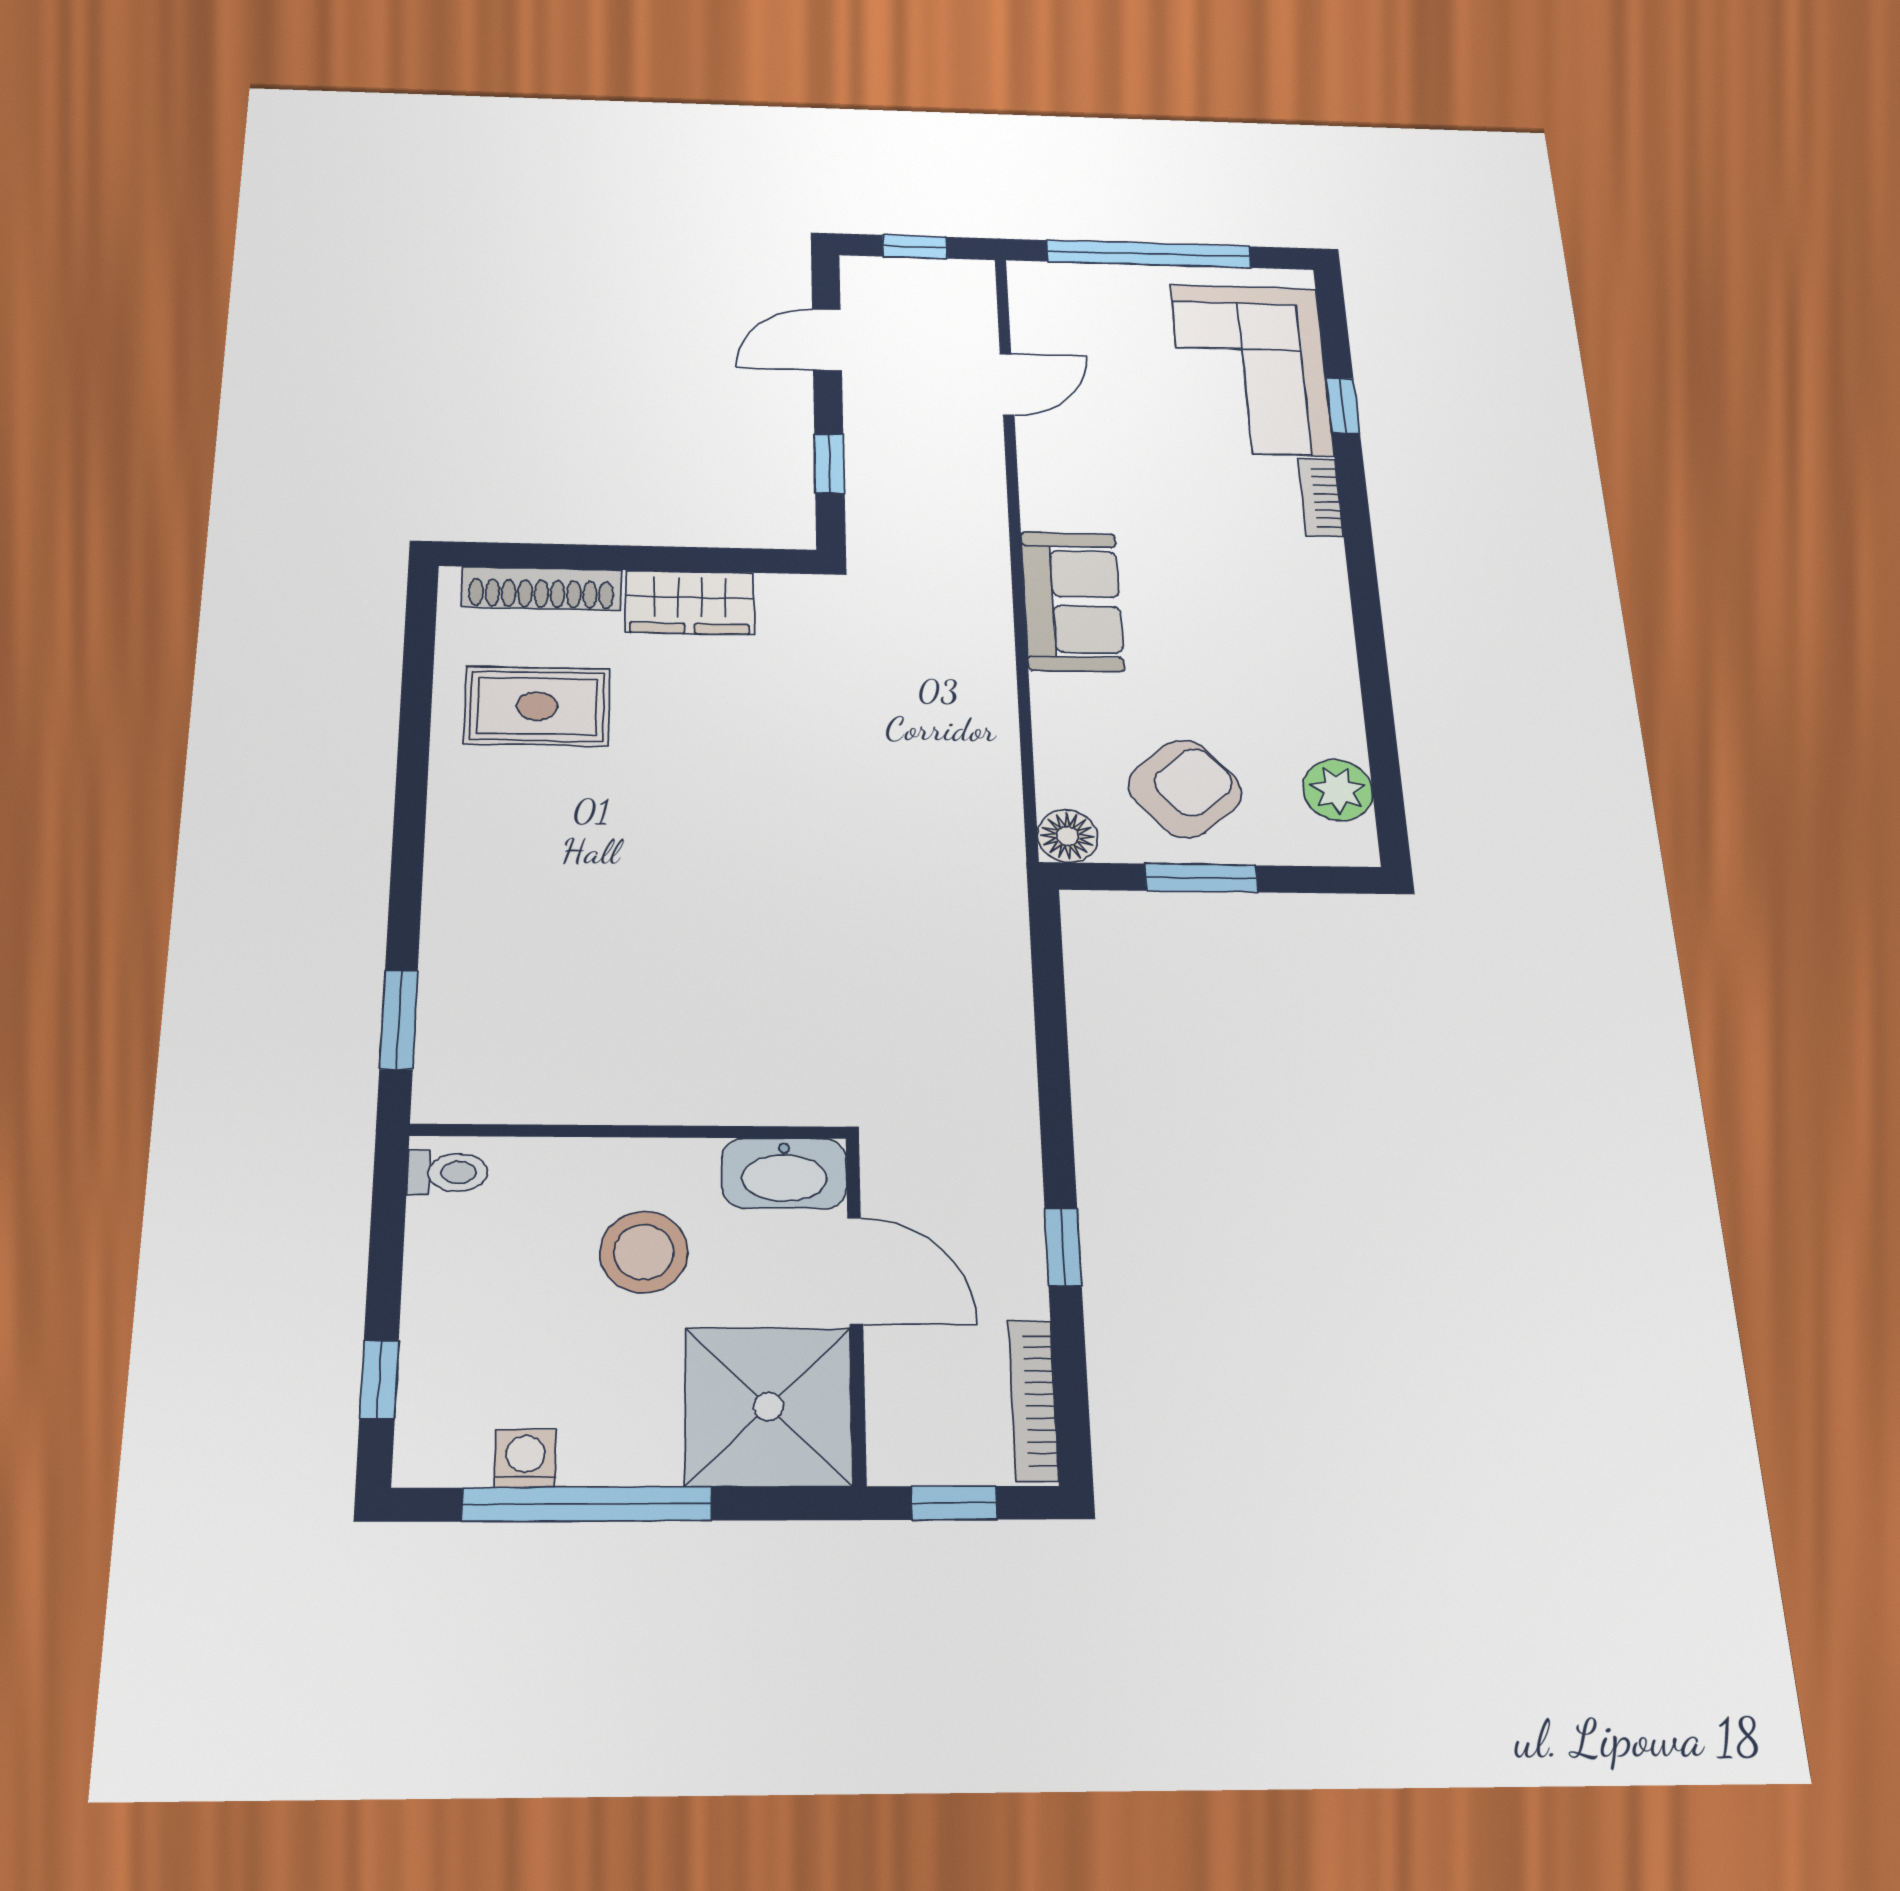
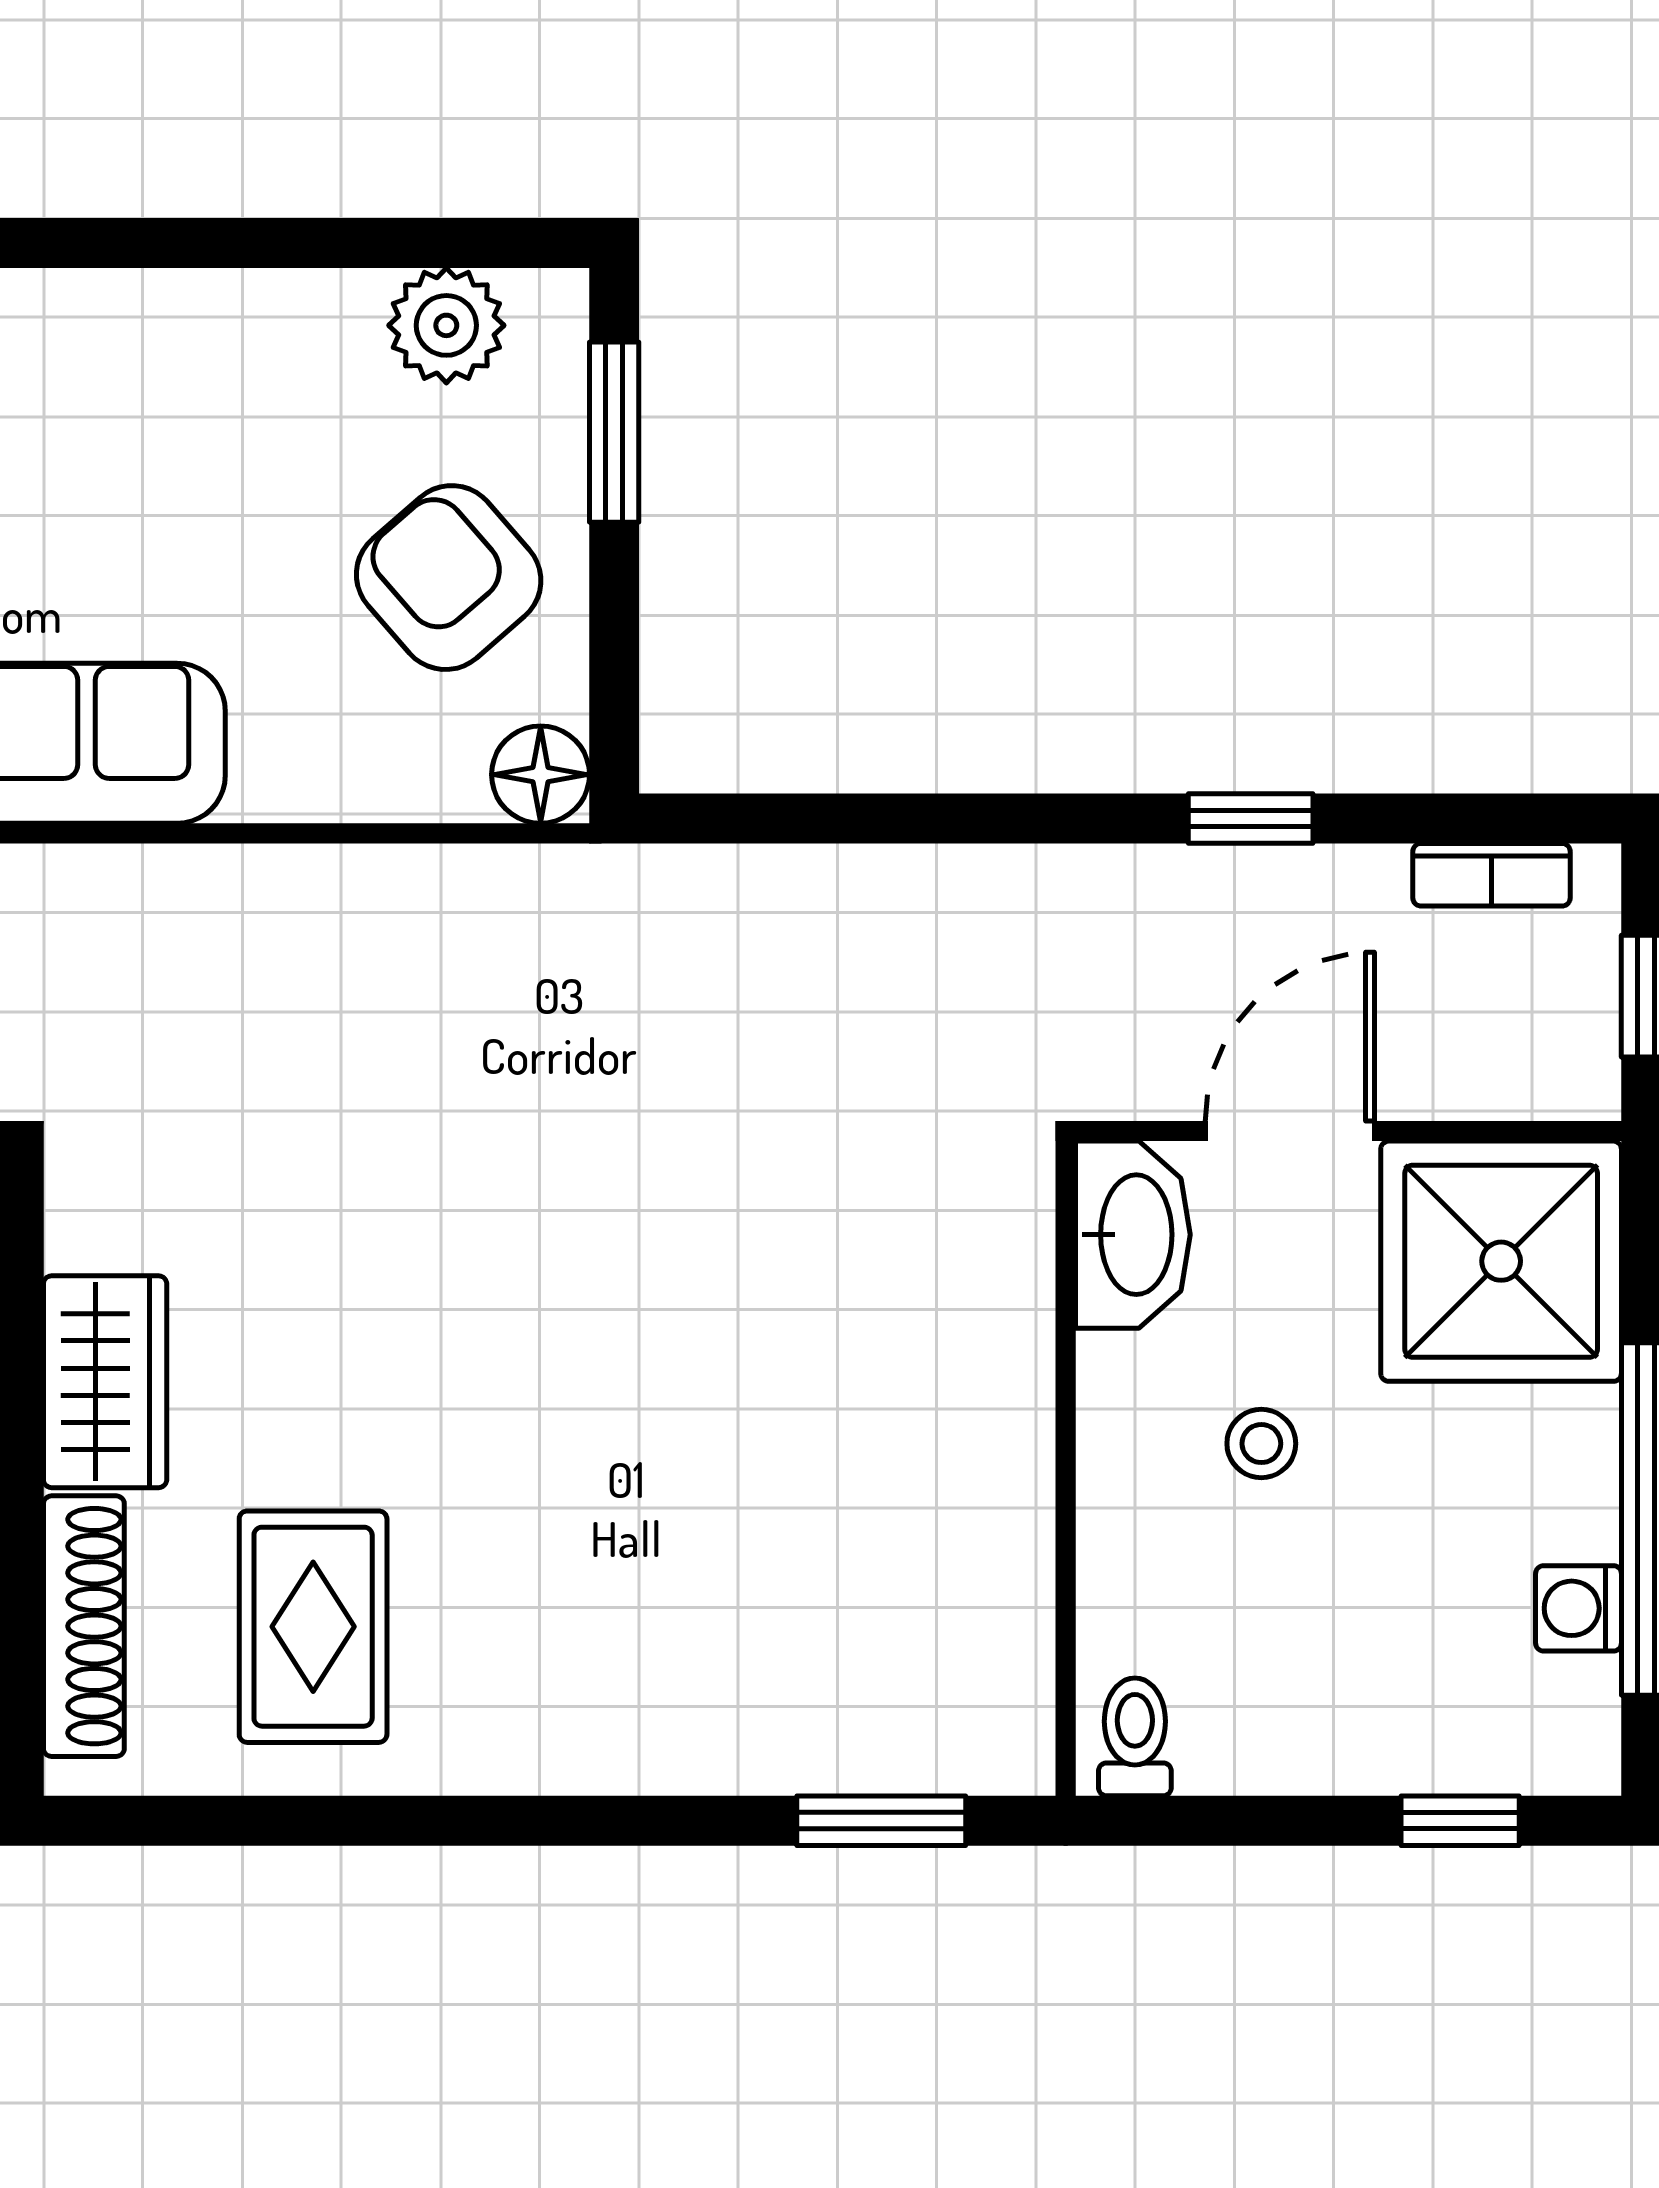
window: (1201, 878) -> (614, 432), moved
stool: (644, 1252) -> (1261, 1444), width x0.53, depth x0.53
bookcase: (1033, 1400) -> (1492, 875), width x0.64

